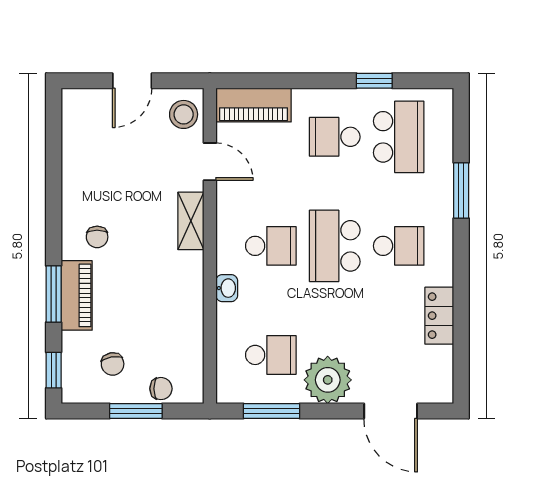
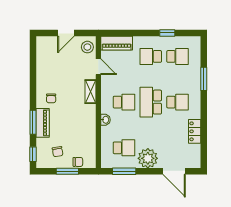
school desk: (399, 137) -> (178, 56), width x0.54

